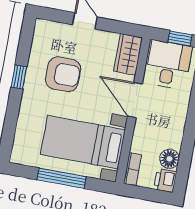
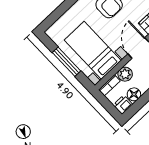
plant: (142, 143) -> (125, 74), added

